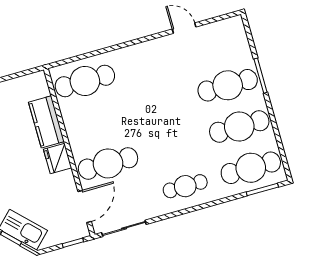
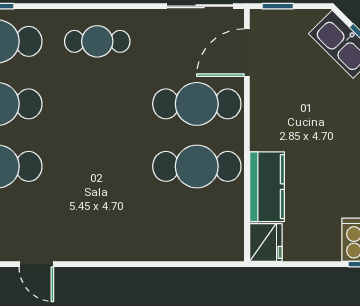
cafe table: (85, 81) -> (197, 166), moved
fridge: (58, 159) -> (266, 243), moved

